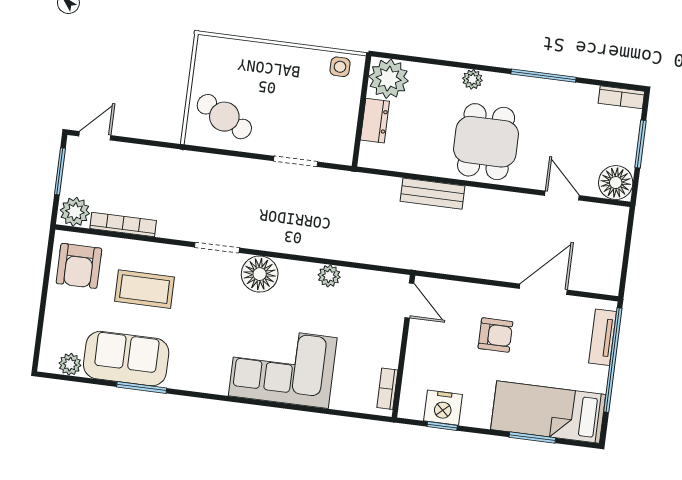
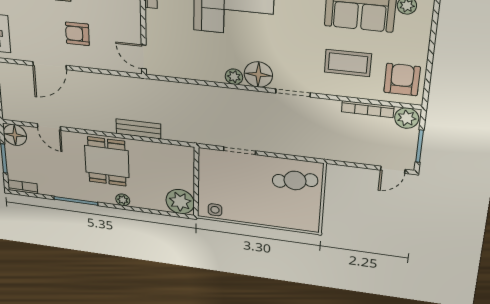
cafe table: (224, 117) -> (295, 181), turned -38
dresser: (375, 121) -> (186, 176), removed
plant: (329, 276) -> (234, 77), moved

